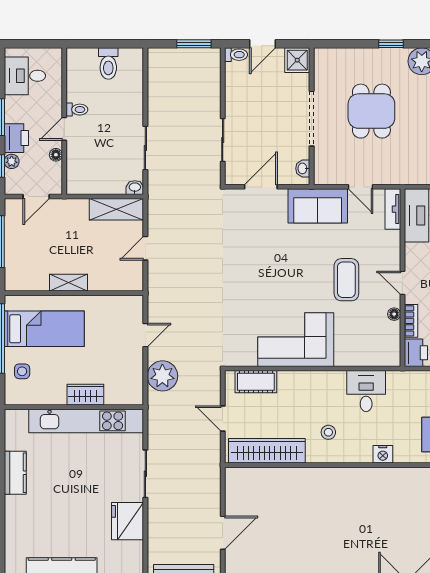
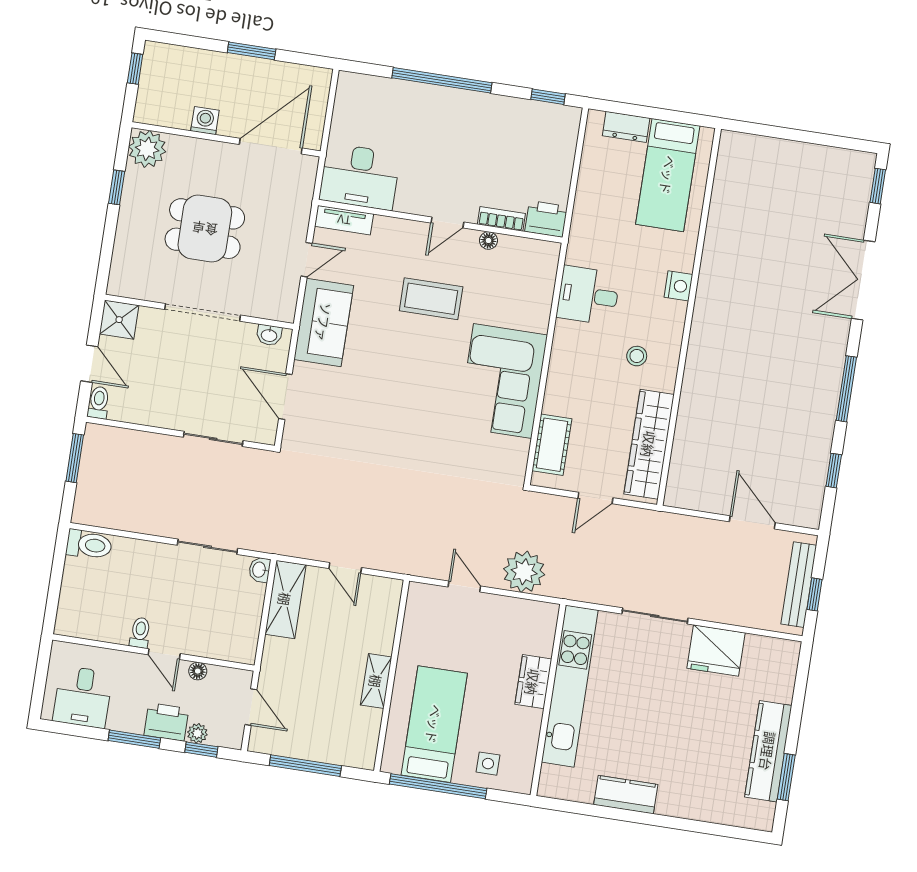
toilet: (108, 64) -> (89, 545), moved

